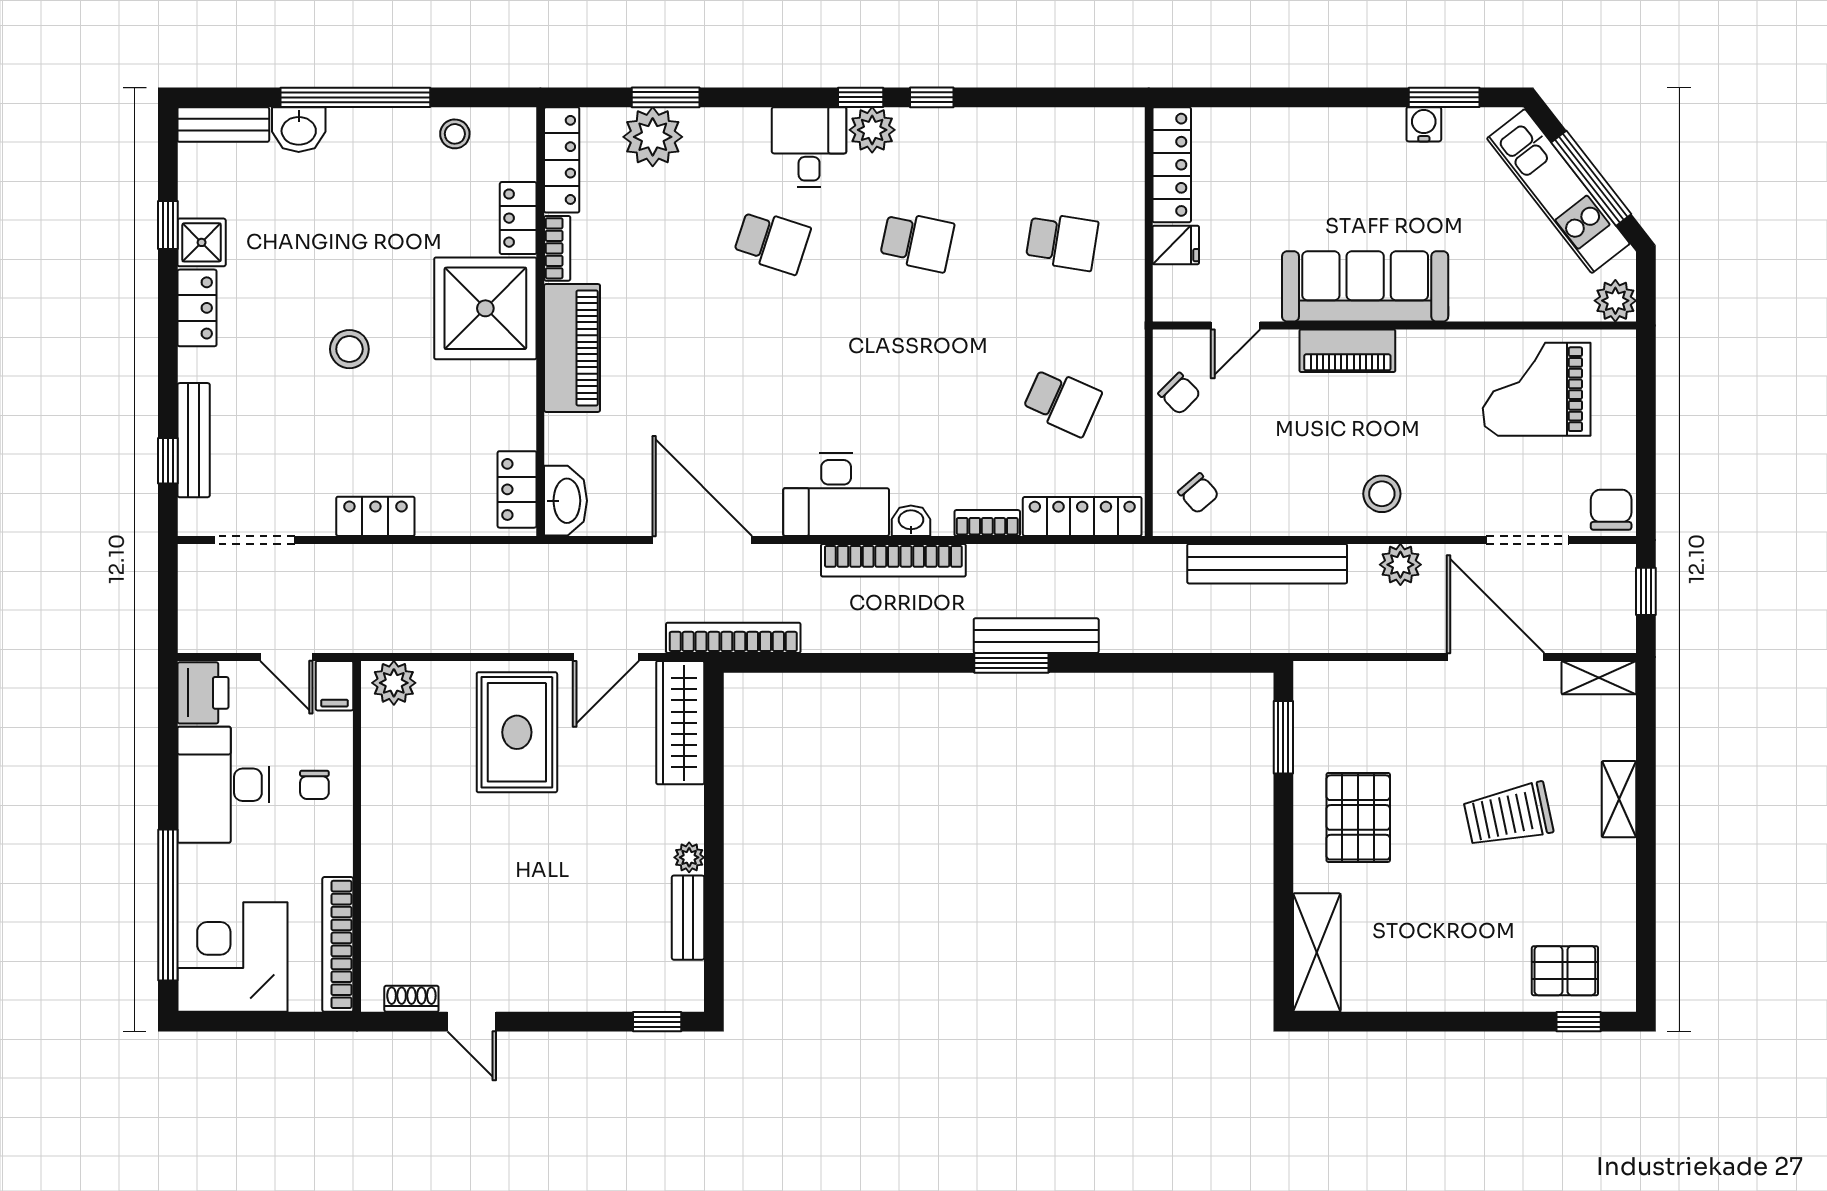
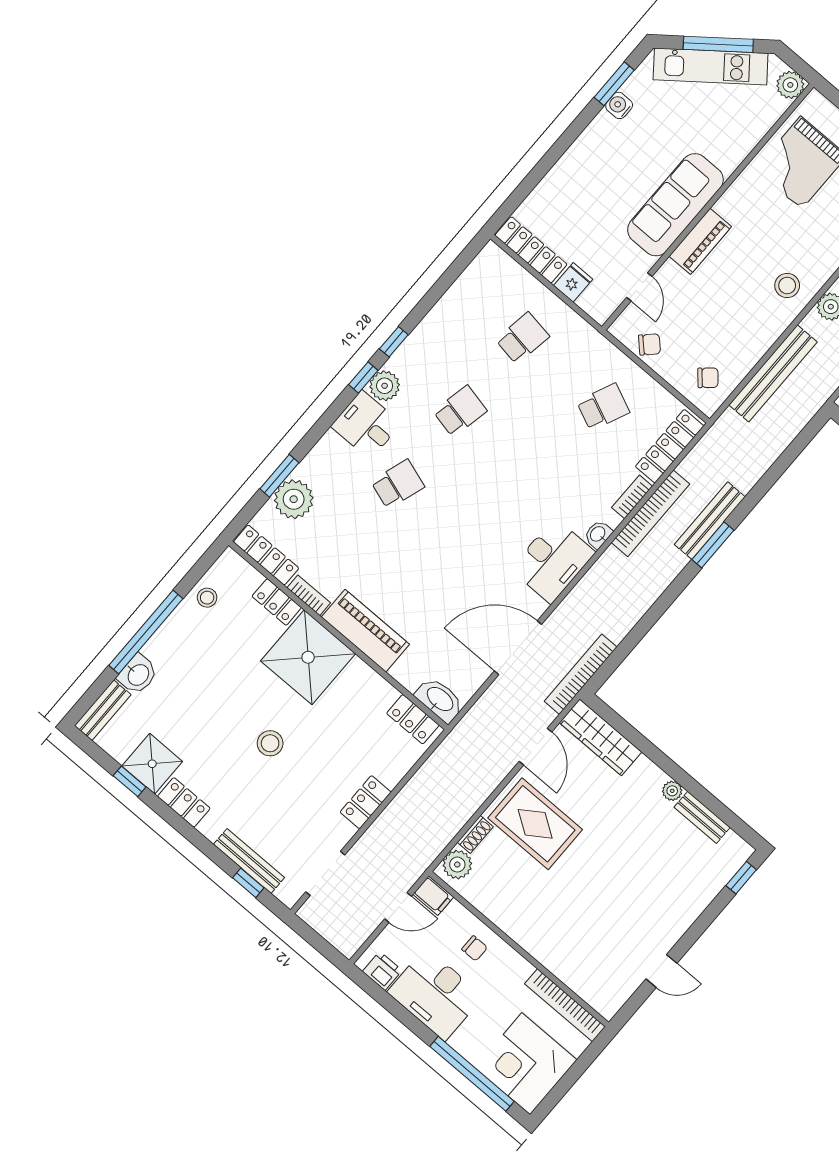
shower: (202, 242) -> (152, 764), width x1.36, depth x1.36
bookcase: (893, 560) -> (650, 513), moved
printer: (203, 693) -> (382, 971), width x0.73, depth x0.81
shoe rack: (411, 999) -> (475, 834), moved, turned 180

